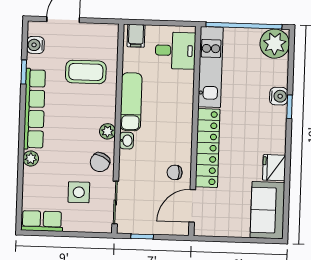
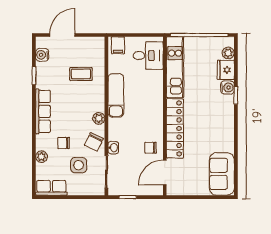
plant: (275, 44) -> (228, 53), width x0.53, depth x0.53
coffee table: (86, 72) -> (81, 74), width x0.73, depth x0.77
row of seats: (34, 109) -> (43, 111), width x0.73
washbasin: (126, 141) -> (113, 148), moved
plant: (31, 158) -> (41, 157), moved
chair: (60, 162) -> (64, 143), added
fridge: (274, 168) -> (226, 70), moved

